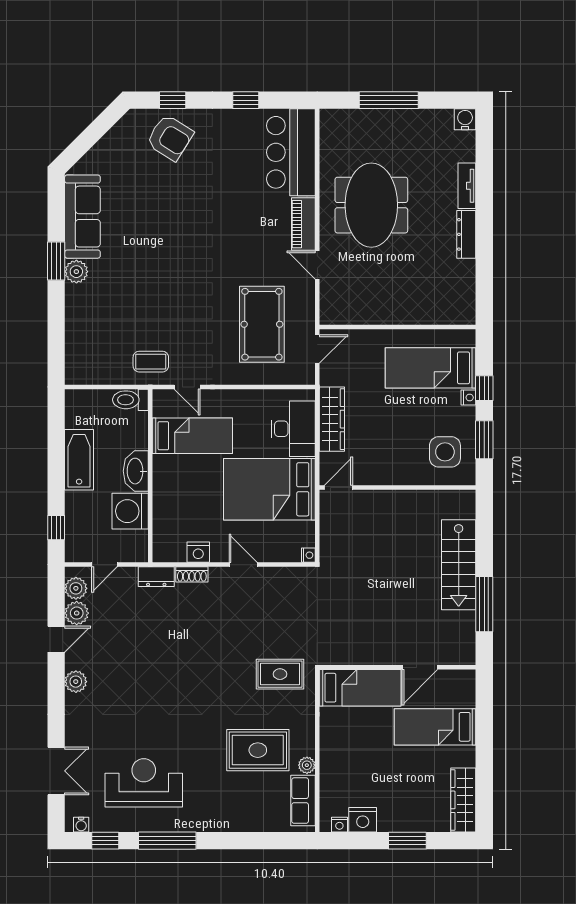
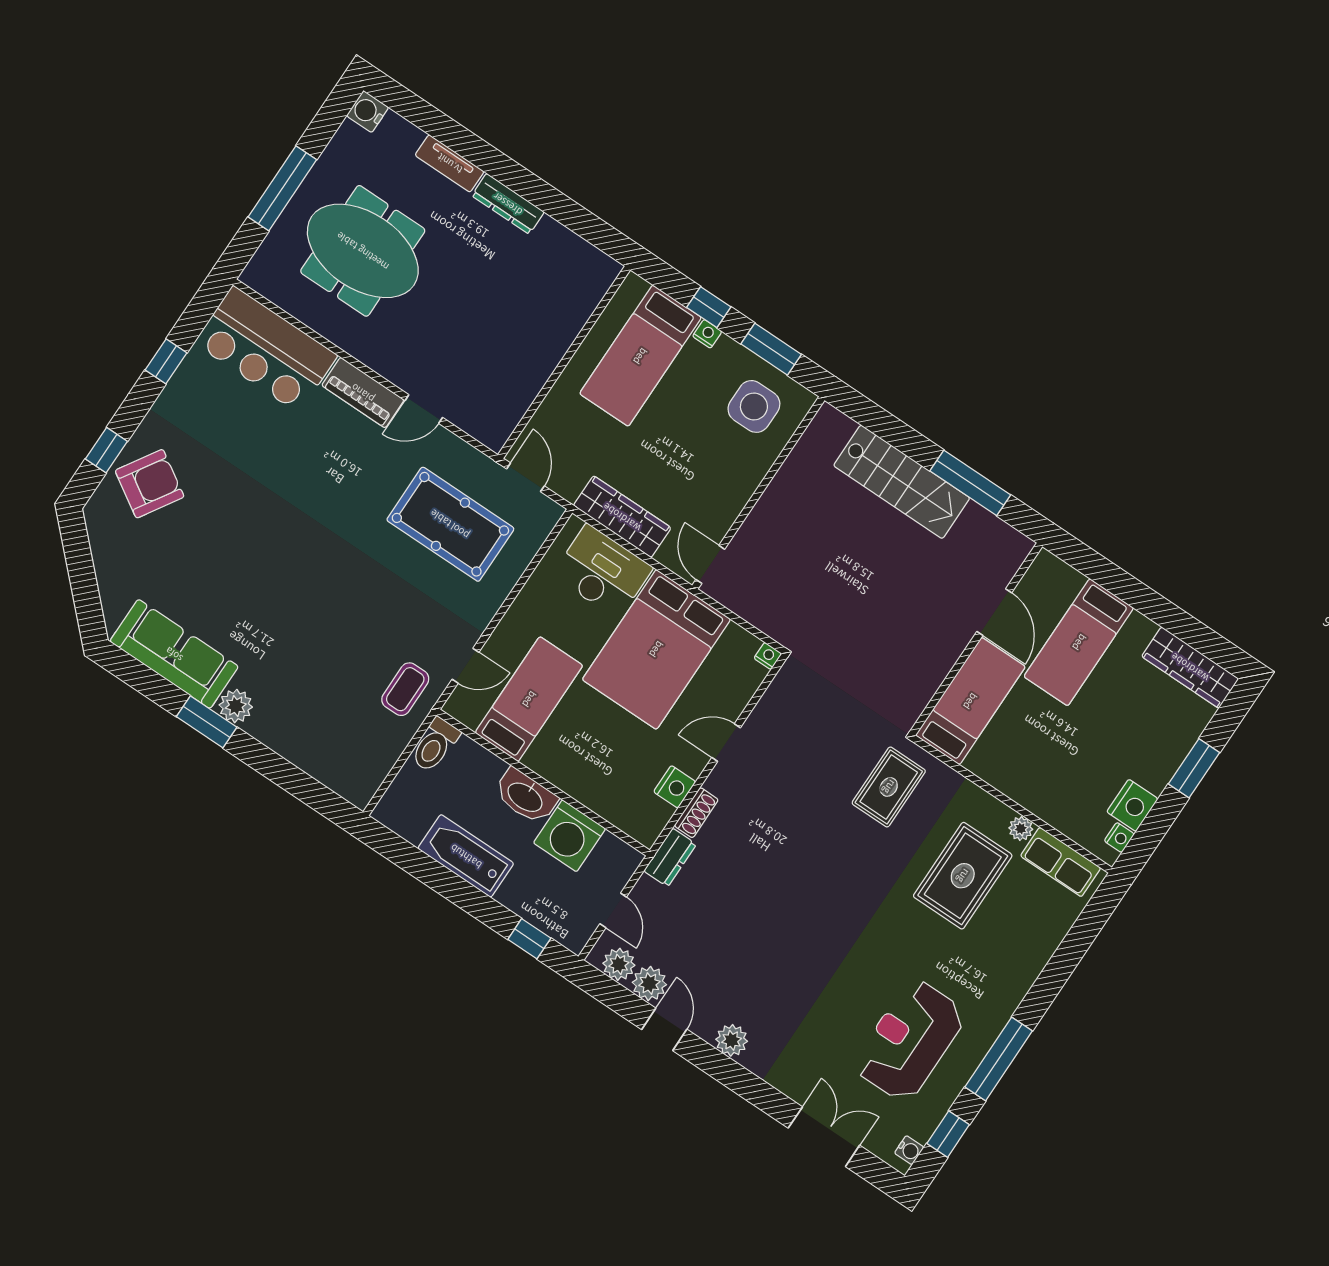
meeting table: (371, 205) -> (363, 251), moved

